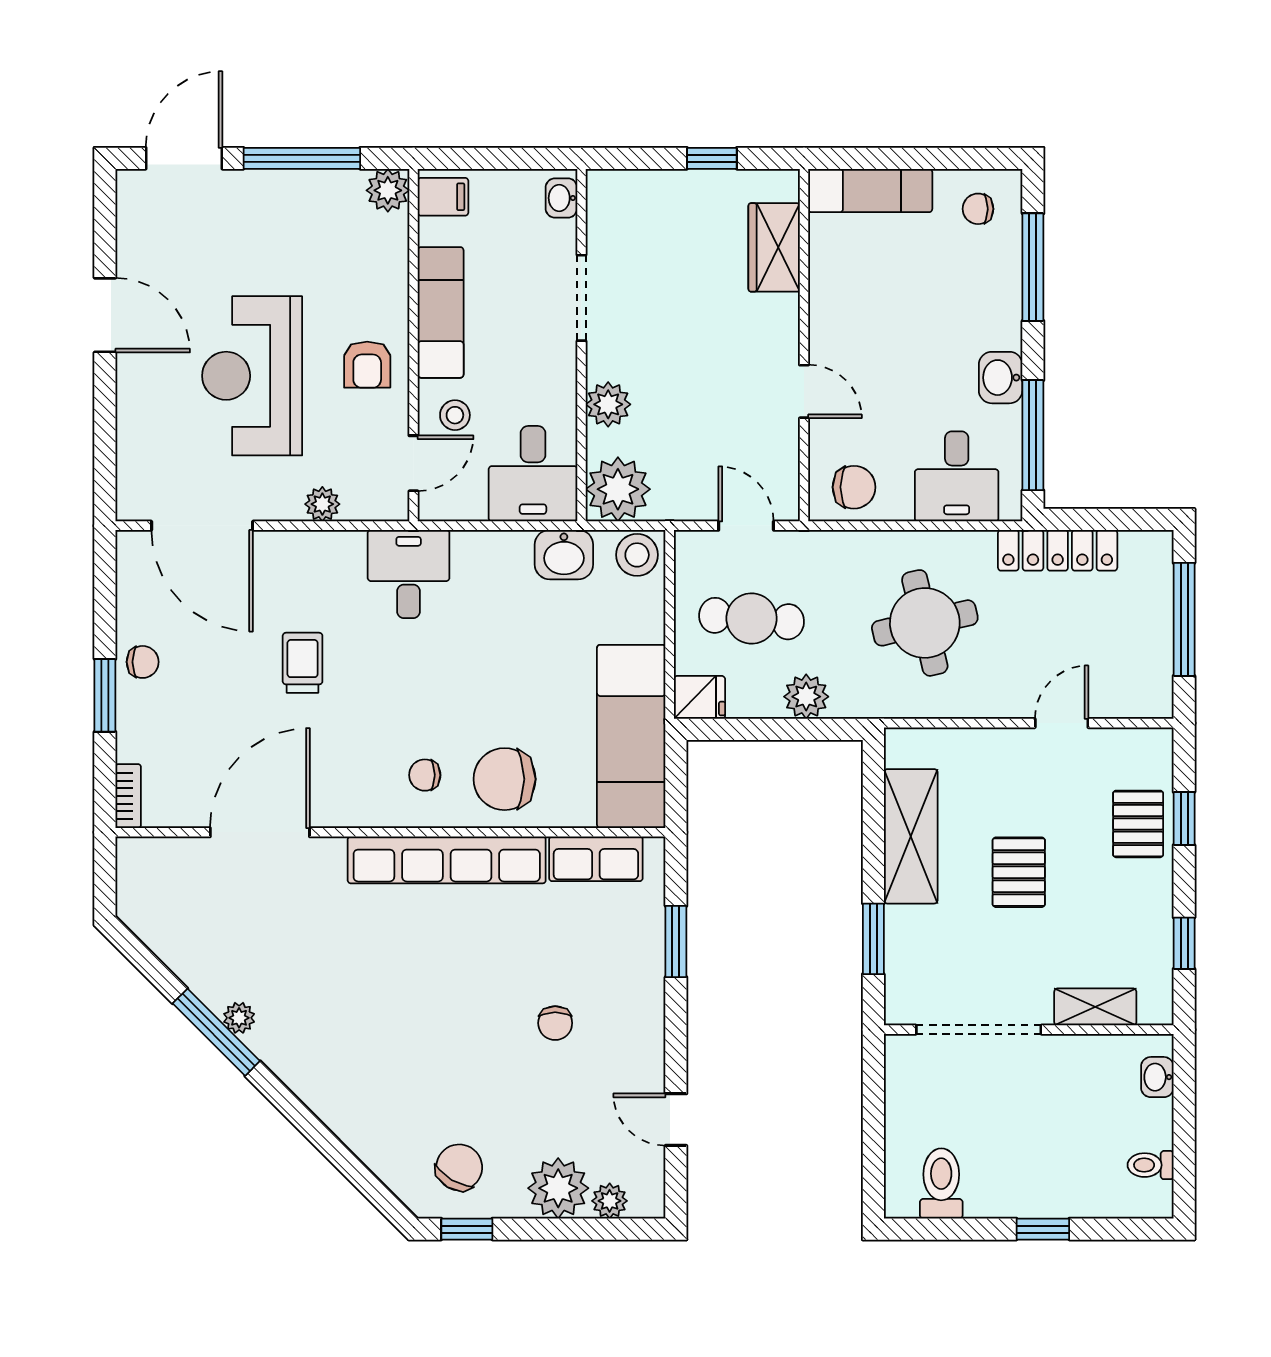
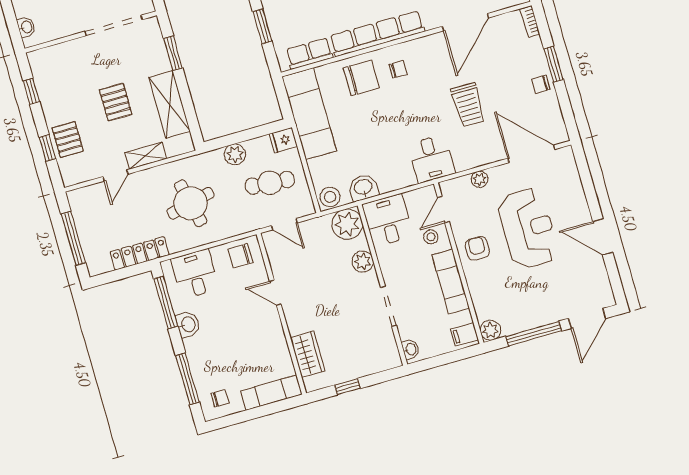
trolley: (303, 663) -> (468, 105), width x1.36, depth x1.39
shelving: (1095, 1007) -> (146, 156), moved

